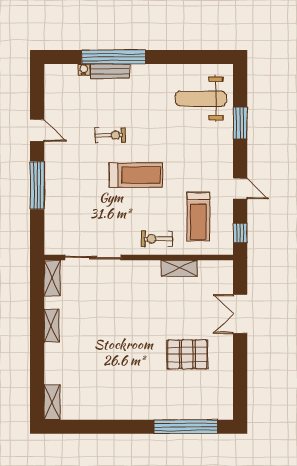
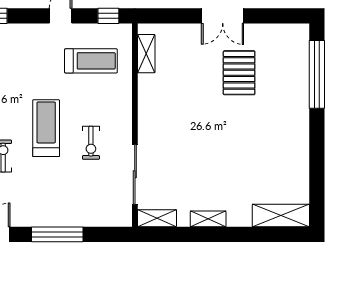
exercise bike: (157, 239) -> (91, 143), moved
shelving: (179, 268) -> (146, 54), moved
double door: (240, 314) -> (223, 16), moved
shelving: (52, 402) -> (281, 215), width x1.50, depth x1.33

